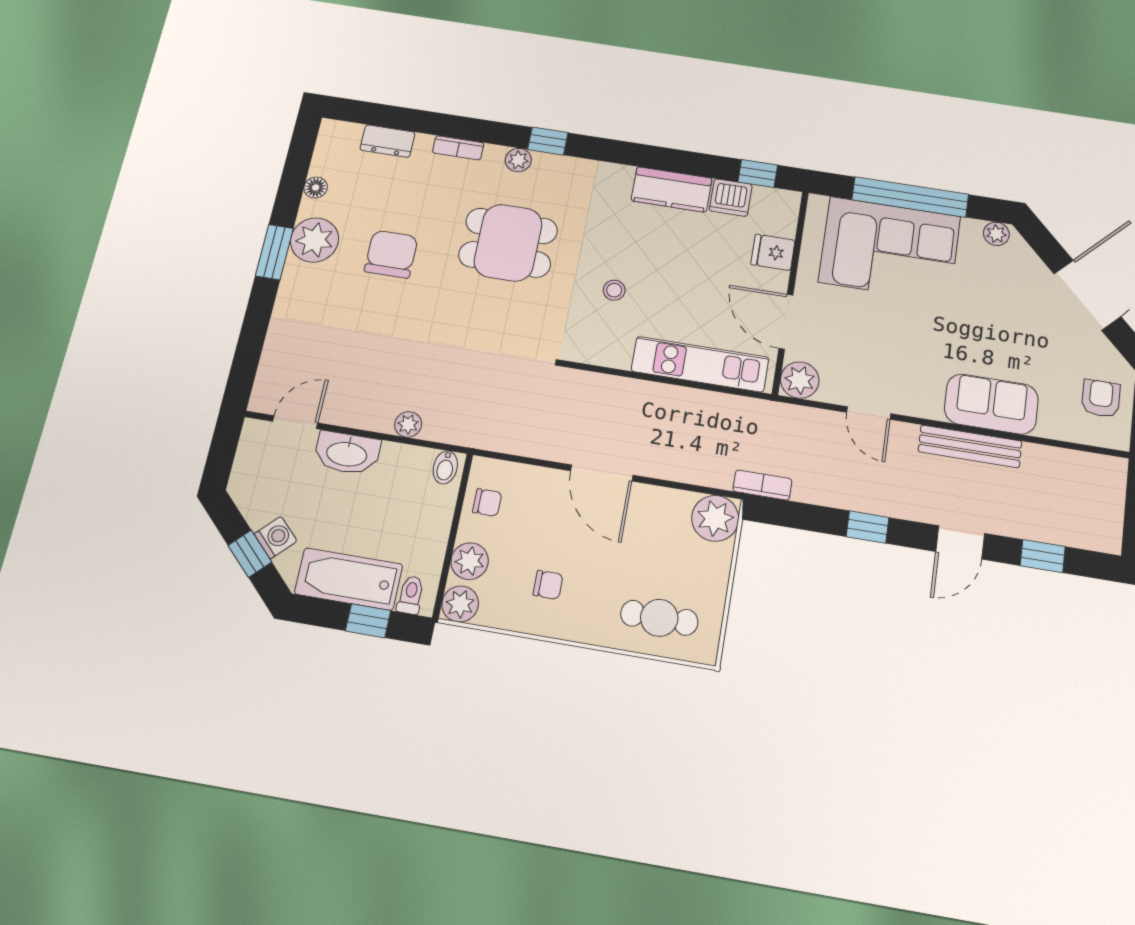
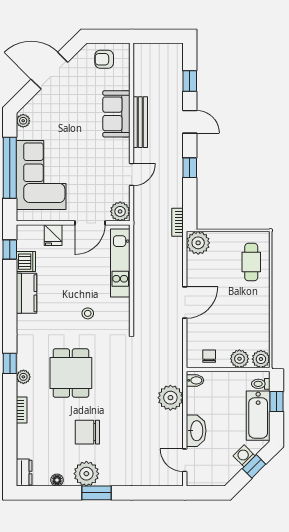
dresser: (387, 141) -> (24, 473), moved
plant: (408, 424) -> (170, 398), width x1.88, depth x1.88
chair: (548, 585) -> (245, 318), removed

